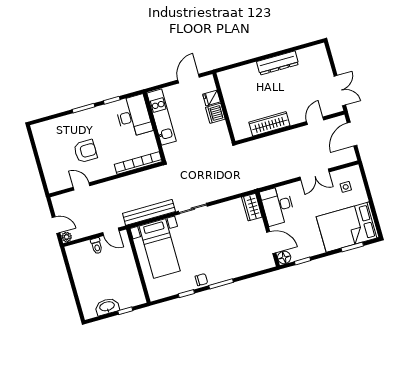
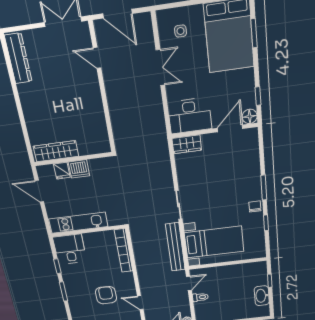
dresser: (278, 63) -> (18, 59), moved
desk: (134, 116) -> (70, 249), width x0.73
wardrobe: (269, 124) -> (56, 151), moved, turned 90
door: (81, 186) -> (140, 303), hinge flipped

